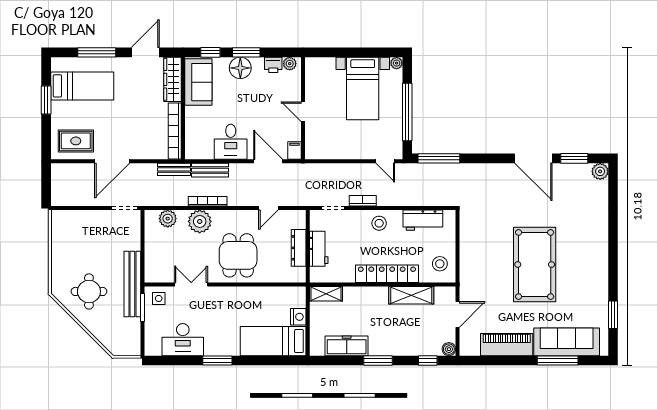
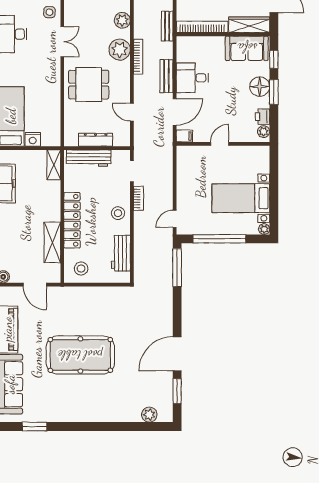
bench: (210, 170) -> (166, 76), moved
plant: (600, 171) -> (149, 415), moved
workbench: (319, 249) -> (89, 158), width x1.38

